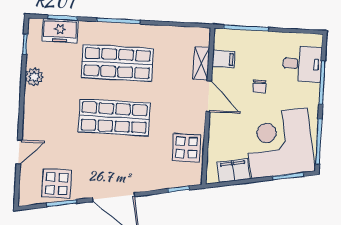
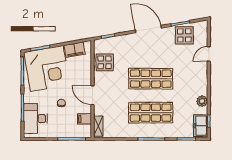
freezer: (60, 31) -> (201, 126), moved, turned -90
shelving: (201, 63) -> (98, 126), moved
desk: (302, 64) -> (35, 119), width x1.37

